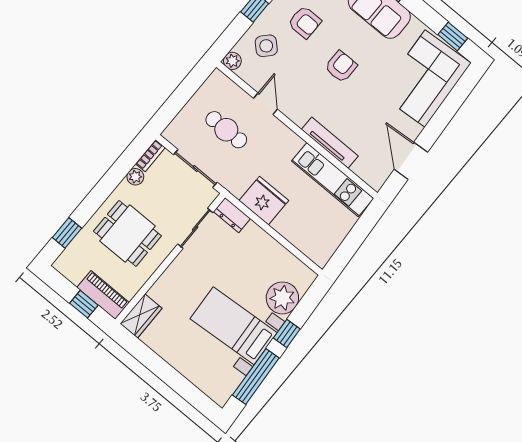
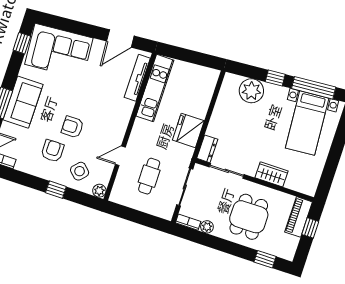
armchair: (341, 67) -> (72, 127), moved
tv unit: (330, 143) -> (137, 78), moved
wardrobe: (141, 316) -> (272, 174), moved
bed with nightstands: (234, 326) -> (307, 123), moved

